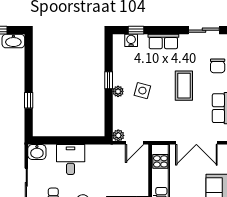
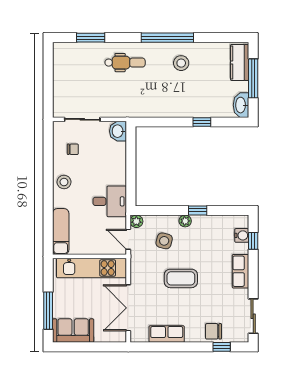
coffee table: (184, 86) -> (181, 278), moved
side table: (142, 91) -> (164, 241), moved
window: (29, 100) -> (202, 122), moved
desk: (71, 159) -> (110, 201), moved

